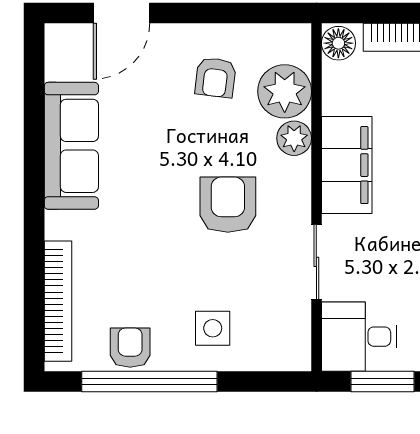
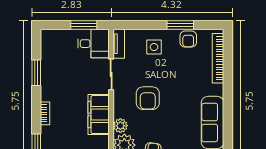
tv unit: (298, 336) -> (119, 44), added
window: (149, 382) -> (180, 25), width x0.47

